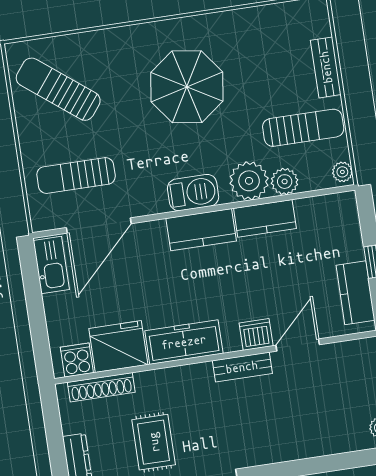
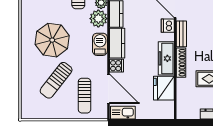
sun lounger: (58, 89) -> (56, 80), moved
cooker: (77, 360) -> (117, 66), moved, turned 180
shoe rack: (101, 387) -> (181, 63), moved

